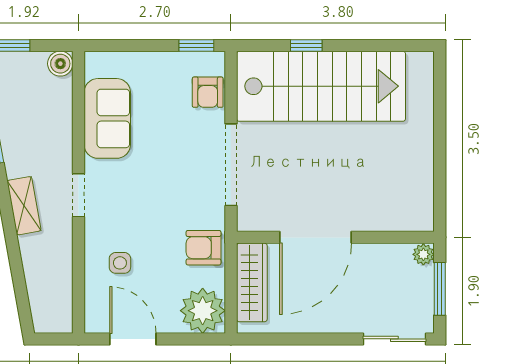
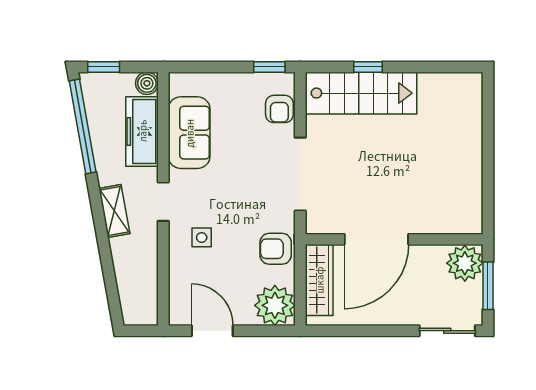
stairs: (321, 86) -> (361, 93), width x0.73, depth x0.66
freezer: (55, 117) -> (142, 131), added
plant: (423, 254) -> (465, 263), width x1.88, depth x1.88
side table: (120, 263) -> (202, 237), moved

